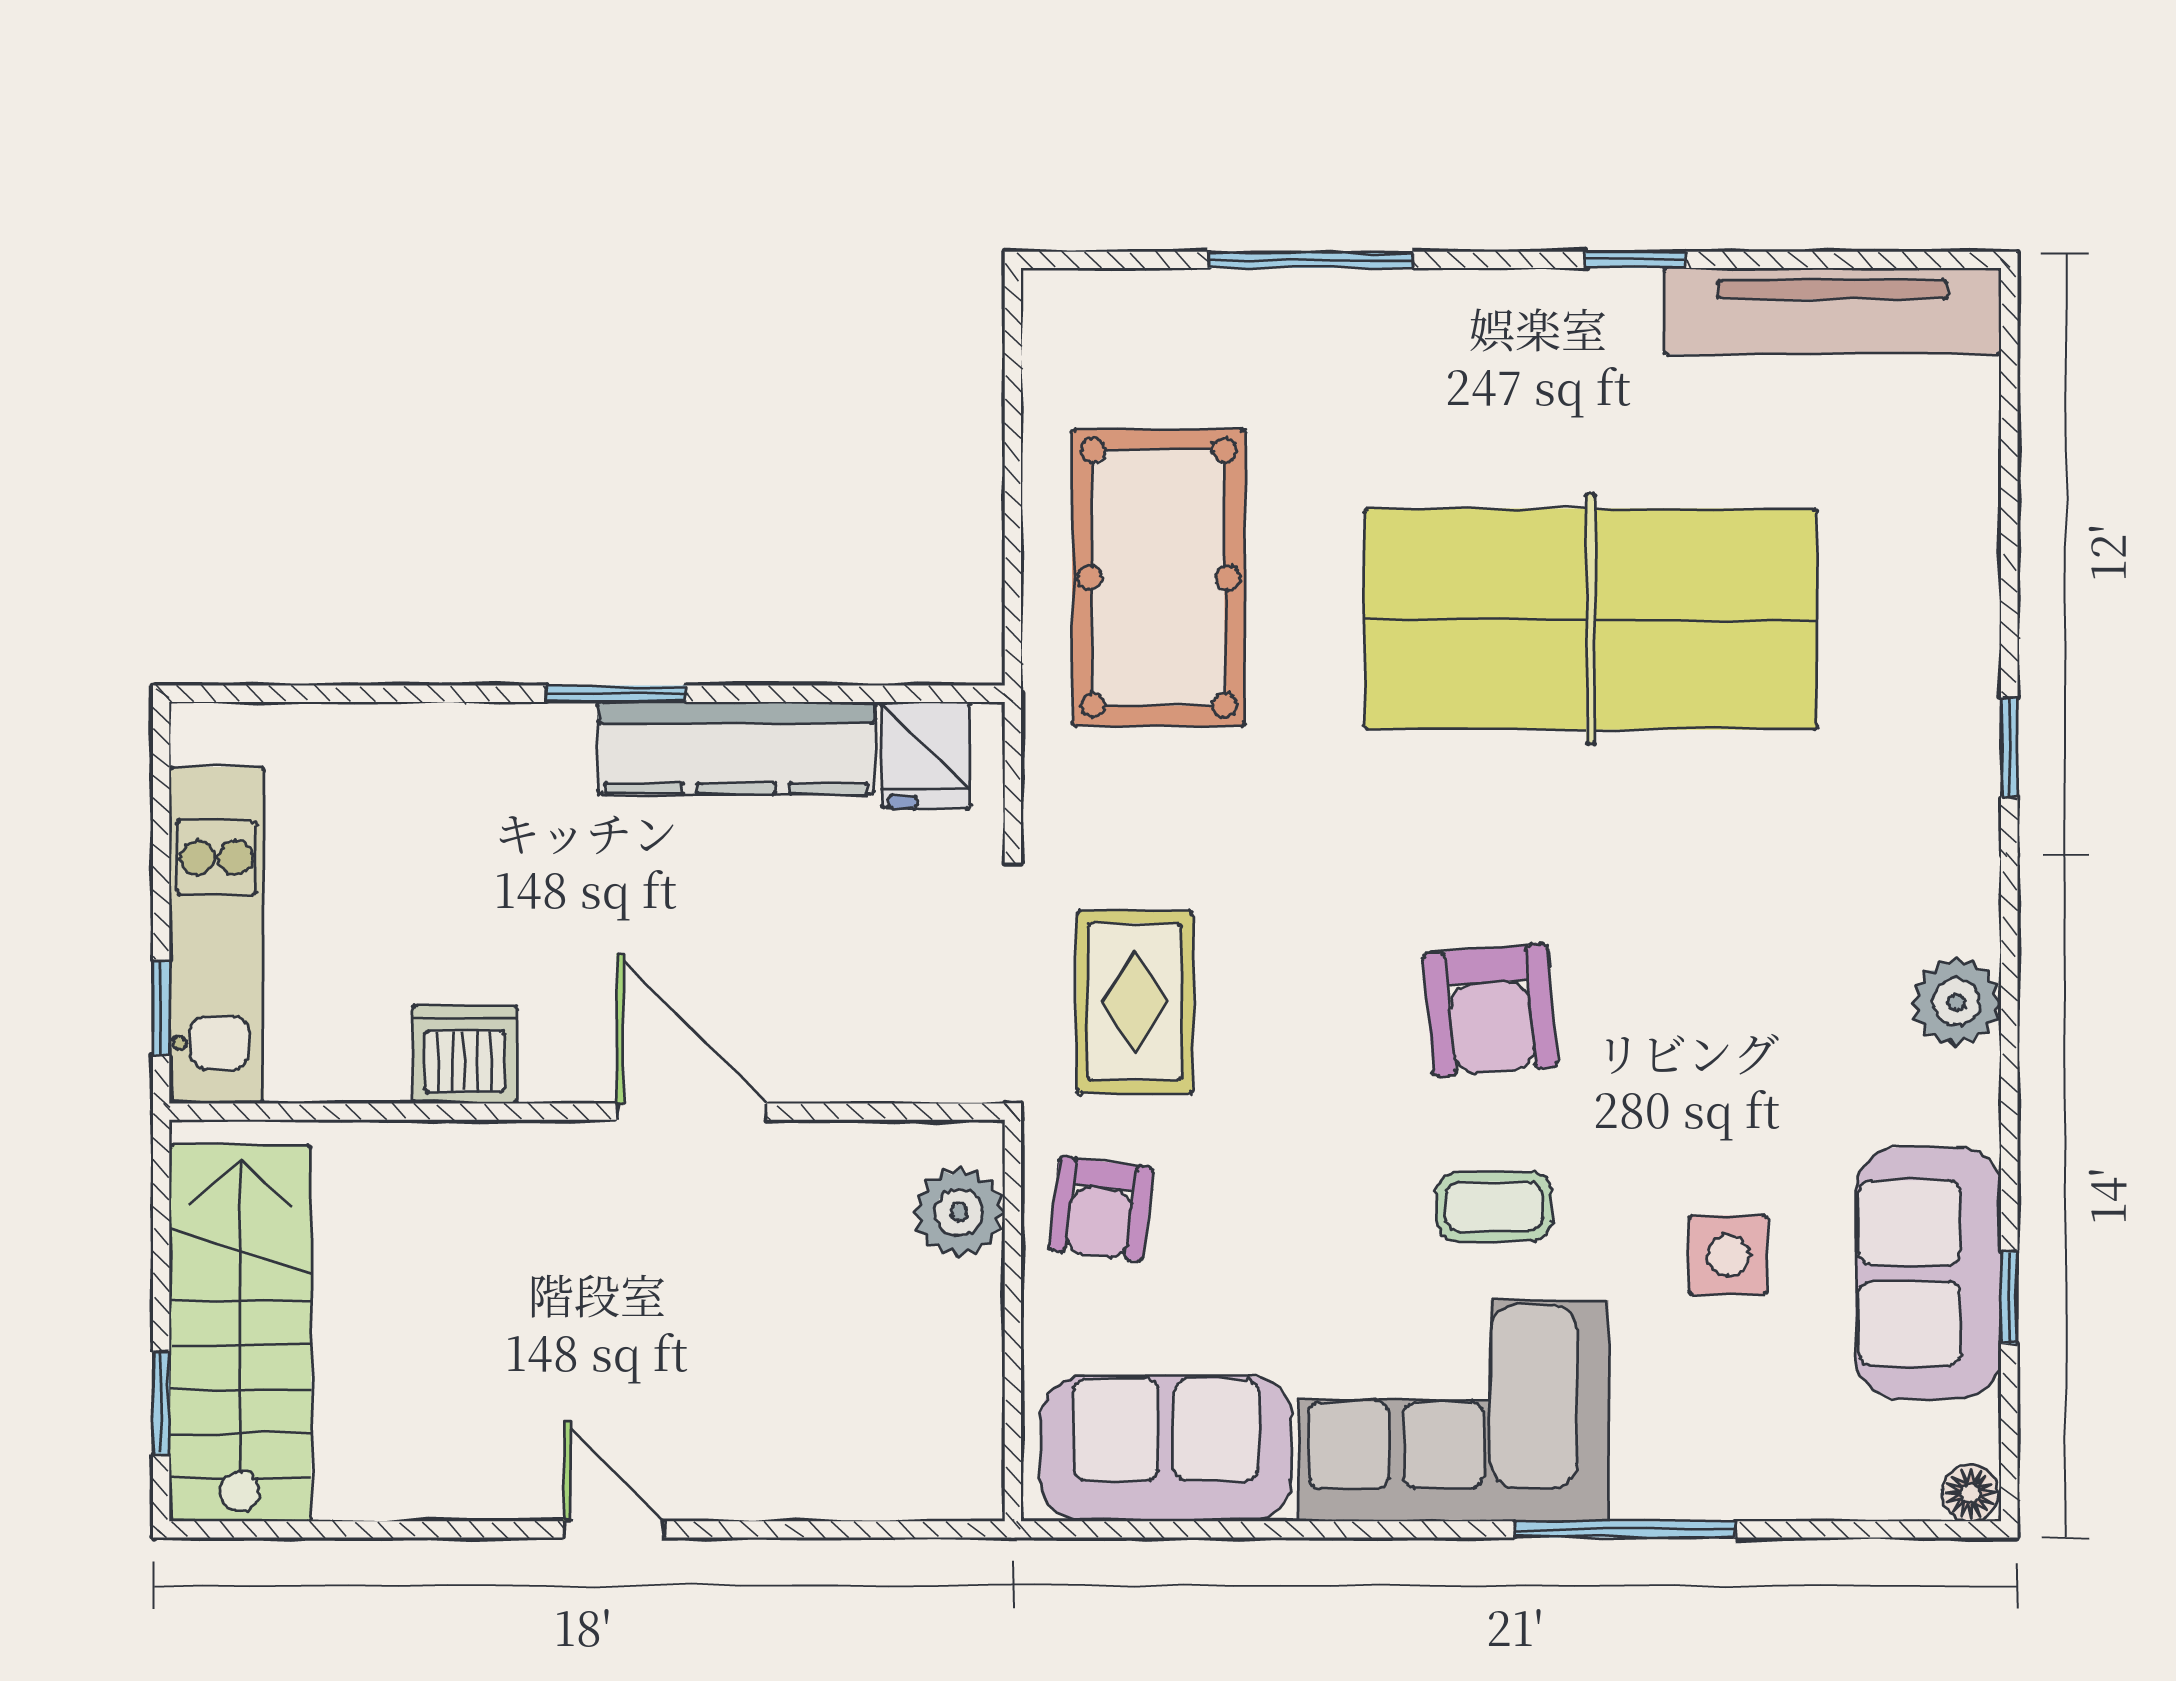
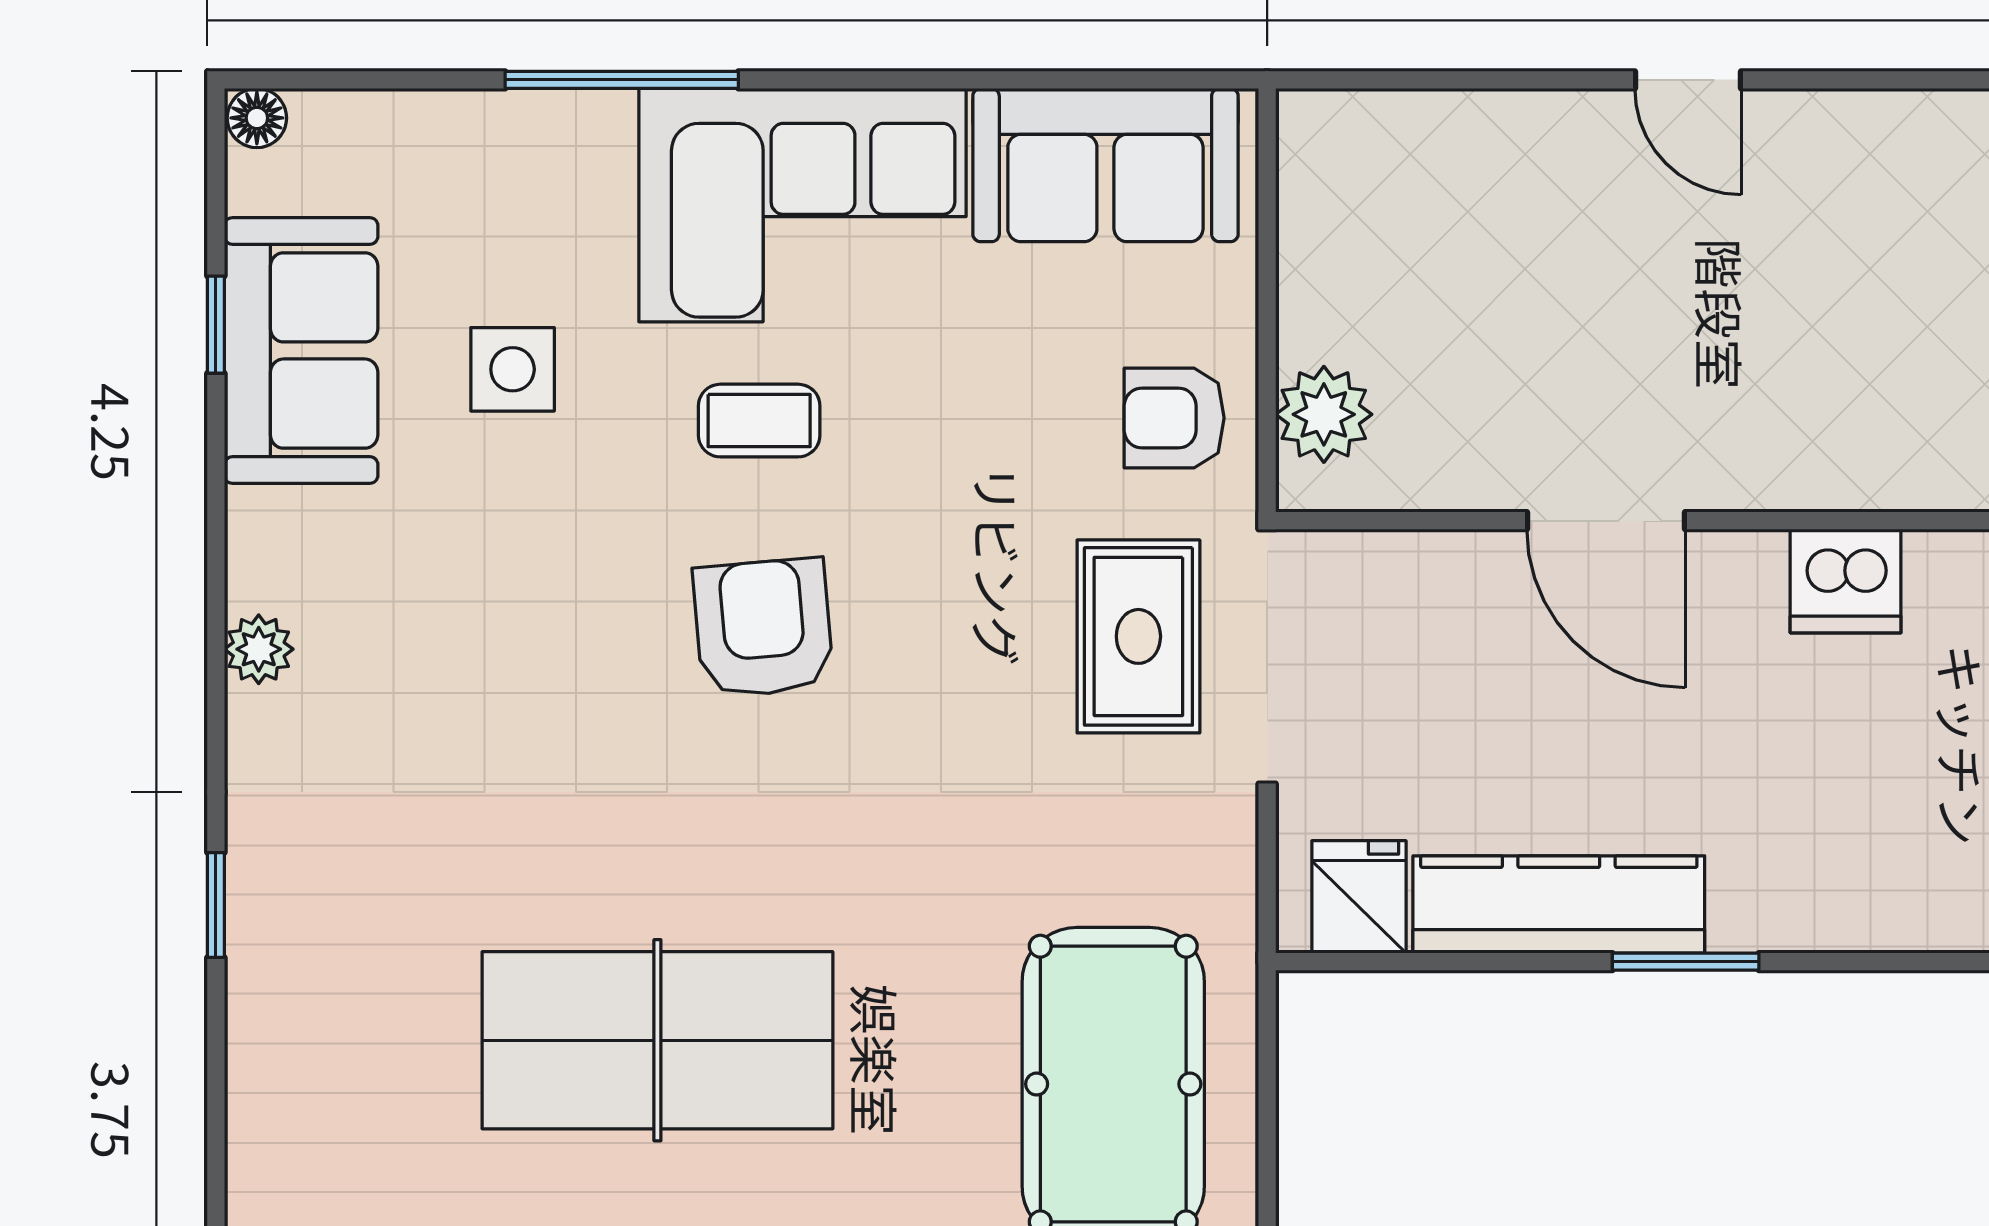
table tennis table: (1591, 619) -> (657, 1040), width x0.73, depth x0.76
plant: (1956, 1002) -> (259, 649), width x0.73, depth x0.73
armchair: (1101, 1209) -> (1174, 418), turned -97

